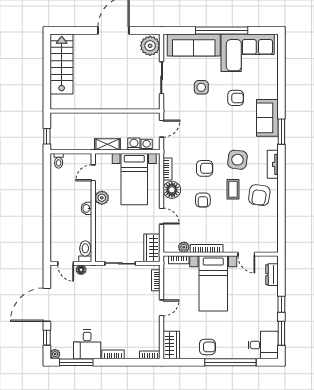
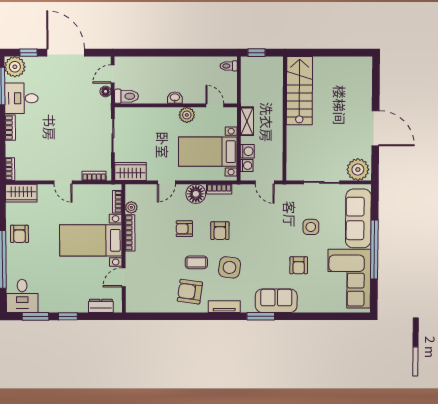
stairs: (62, 64) -> (299, 91), moved, turned -90
plant: (55, 354) -> (15, 67), width x1.87, depth x1.87

